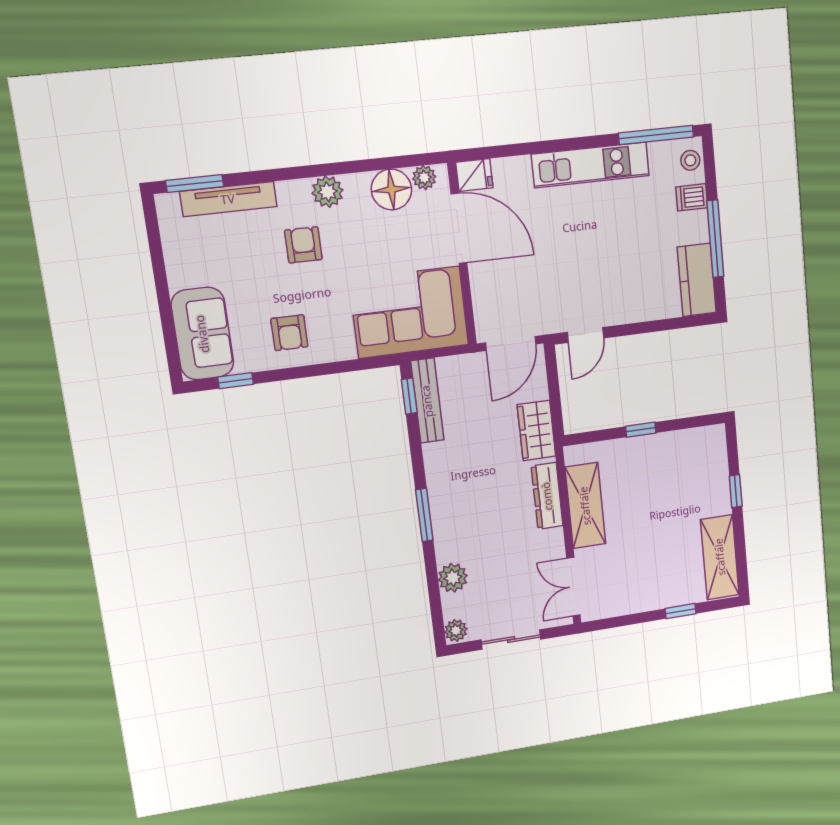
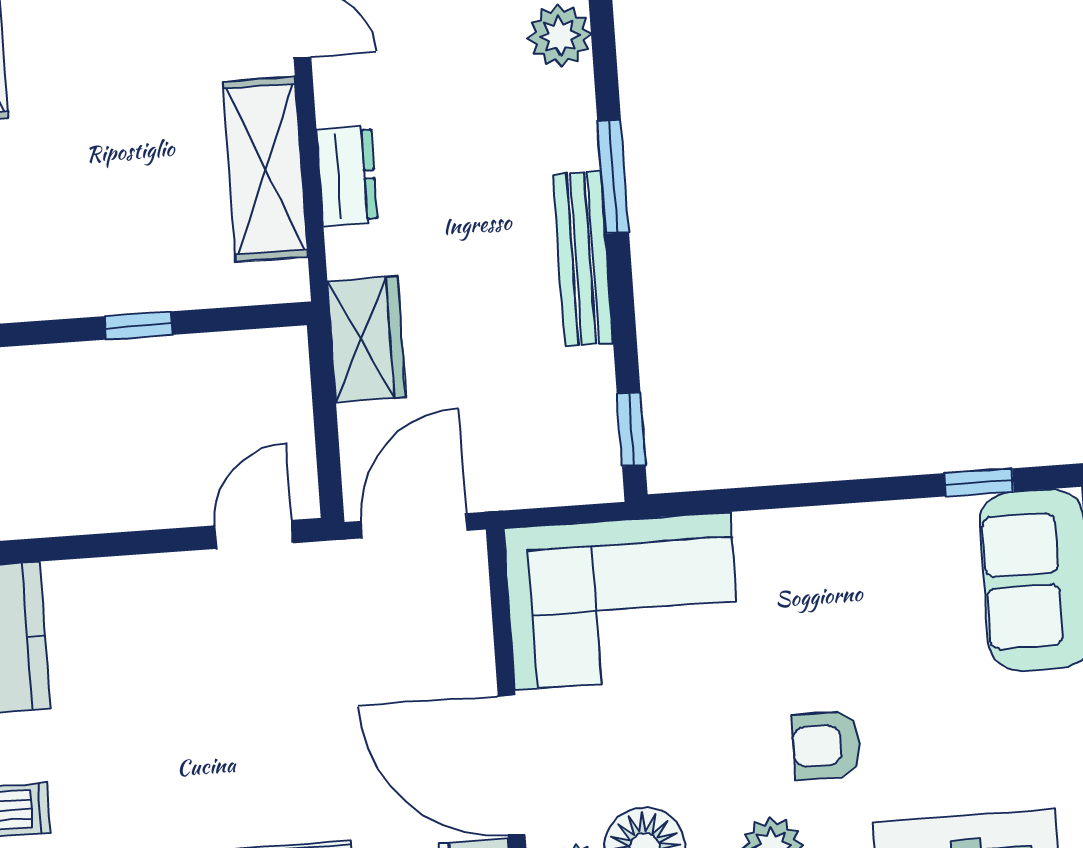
armchair: (303, 245) -> (826, 745), turned 90
armchair: (289, 333) -> (866, 572), removed
bench: (427, 401) -> (583, 258), moved
dresser: (547, 496) -> (347, 176), width x0.70

